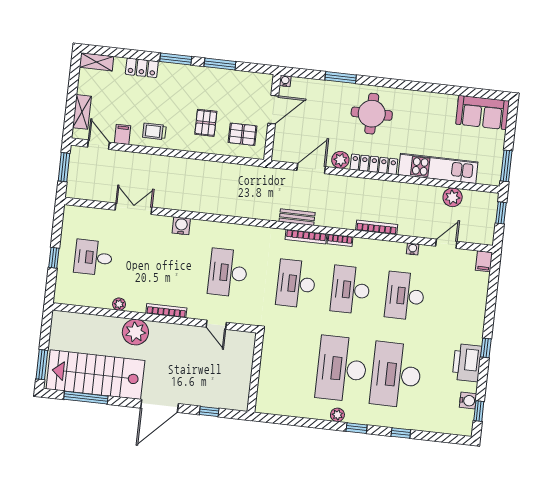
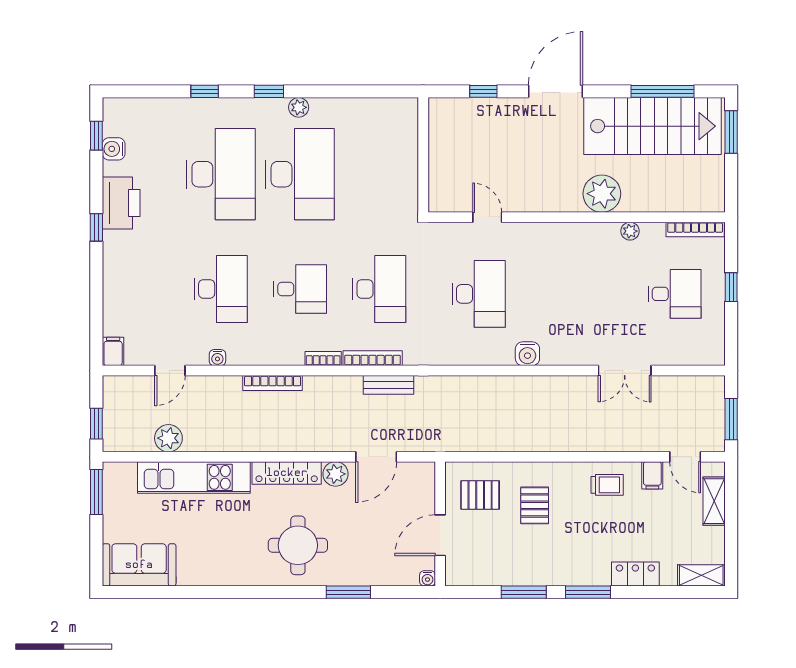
water cooler: (181, 226) -> (527, 354), moved
desk: (351, 290) -> (300, 289), width x0.73
bookcase: (166, 311) -> (695, 229), moved

